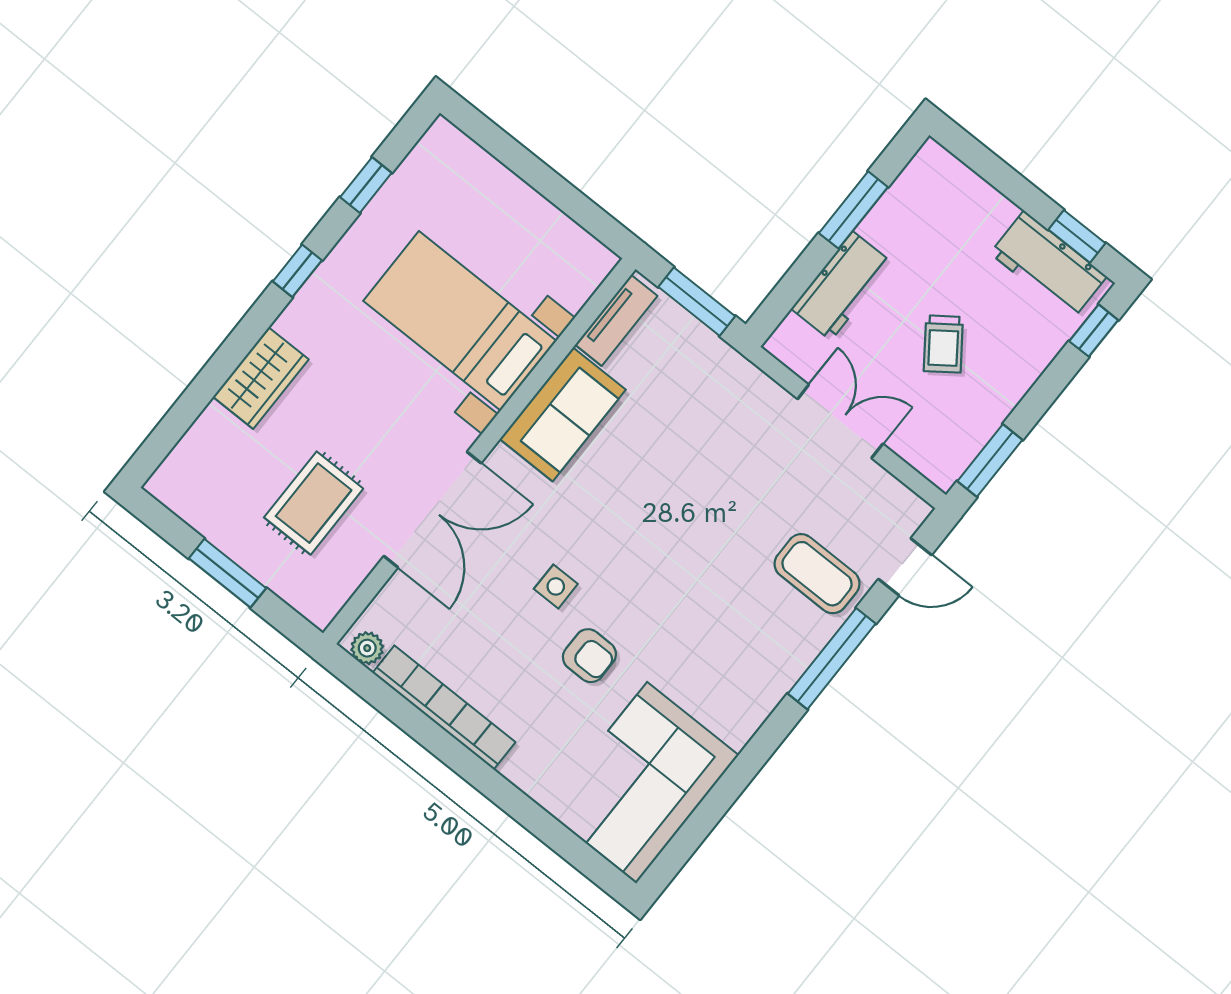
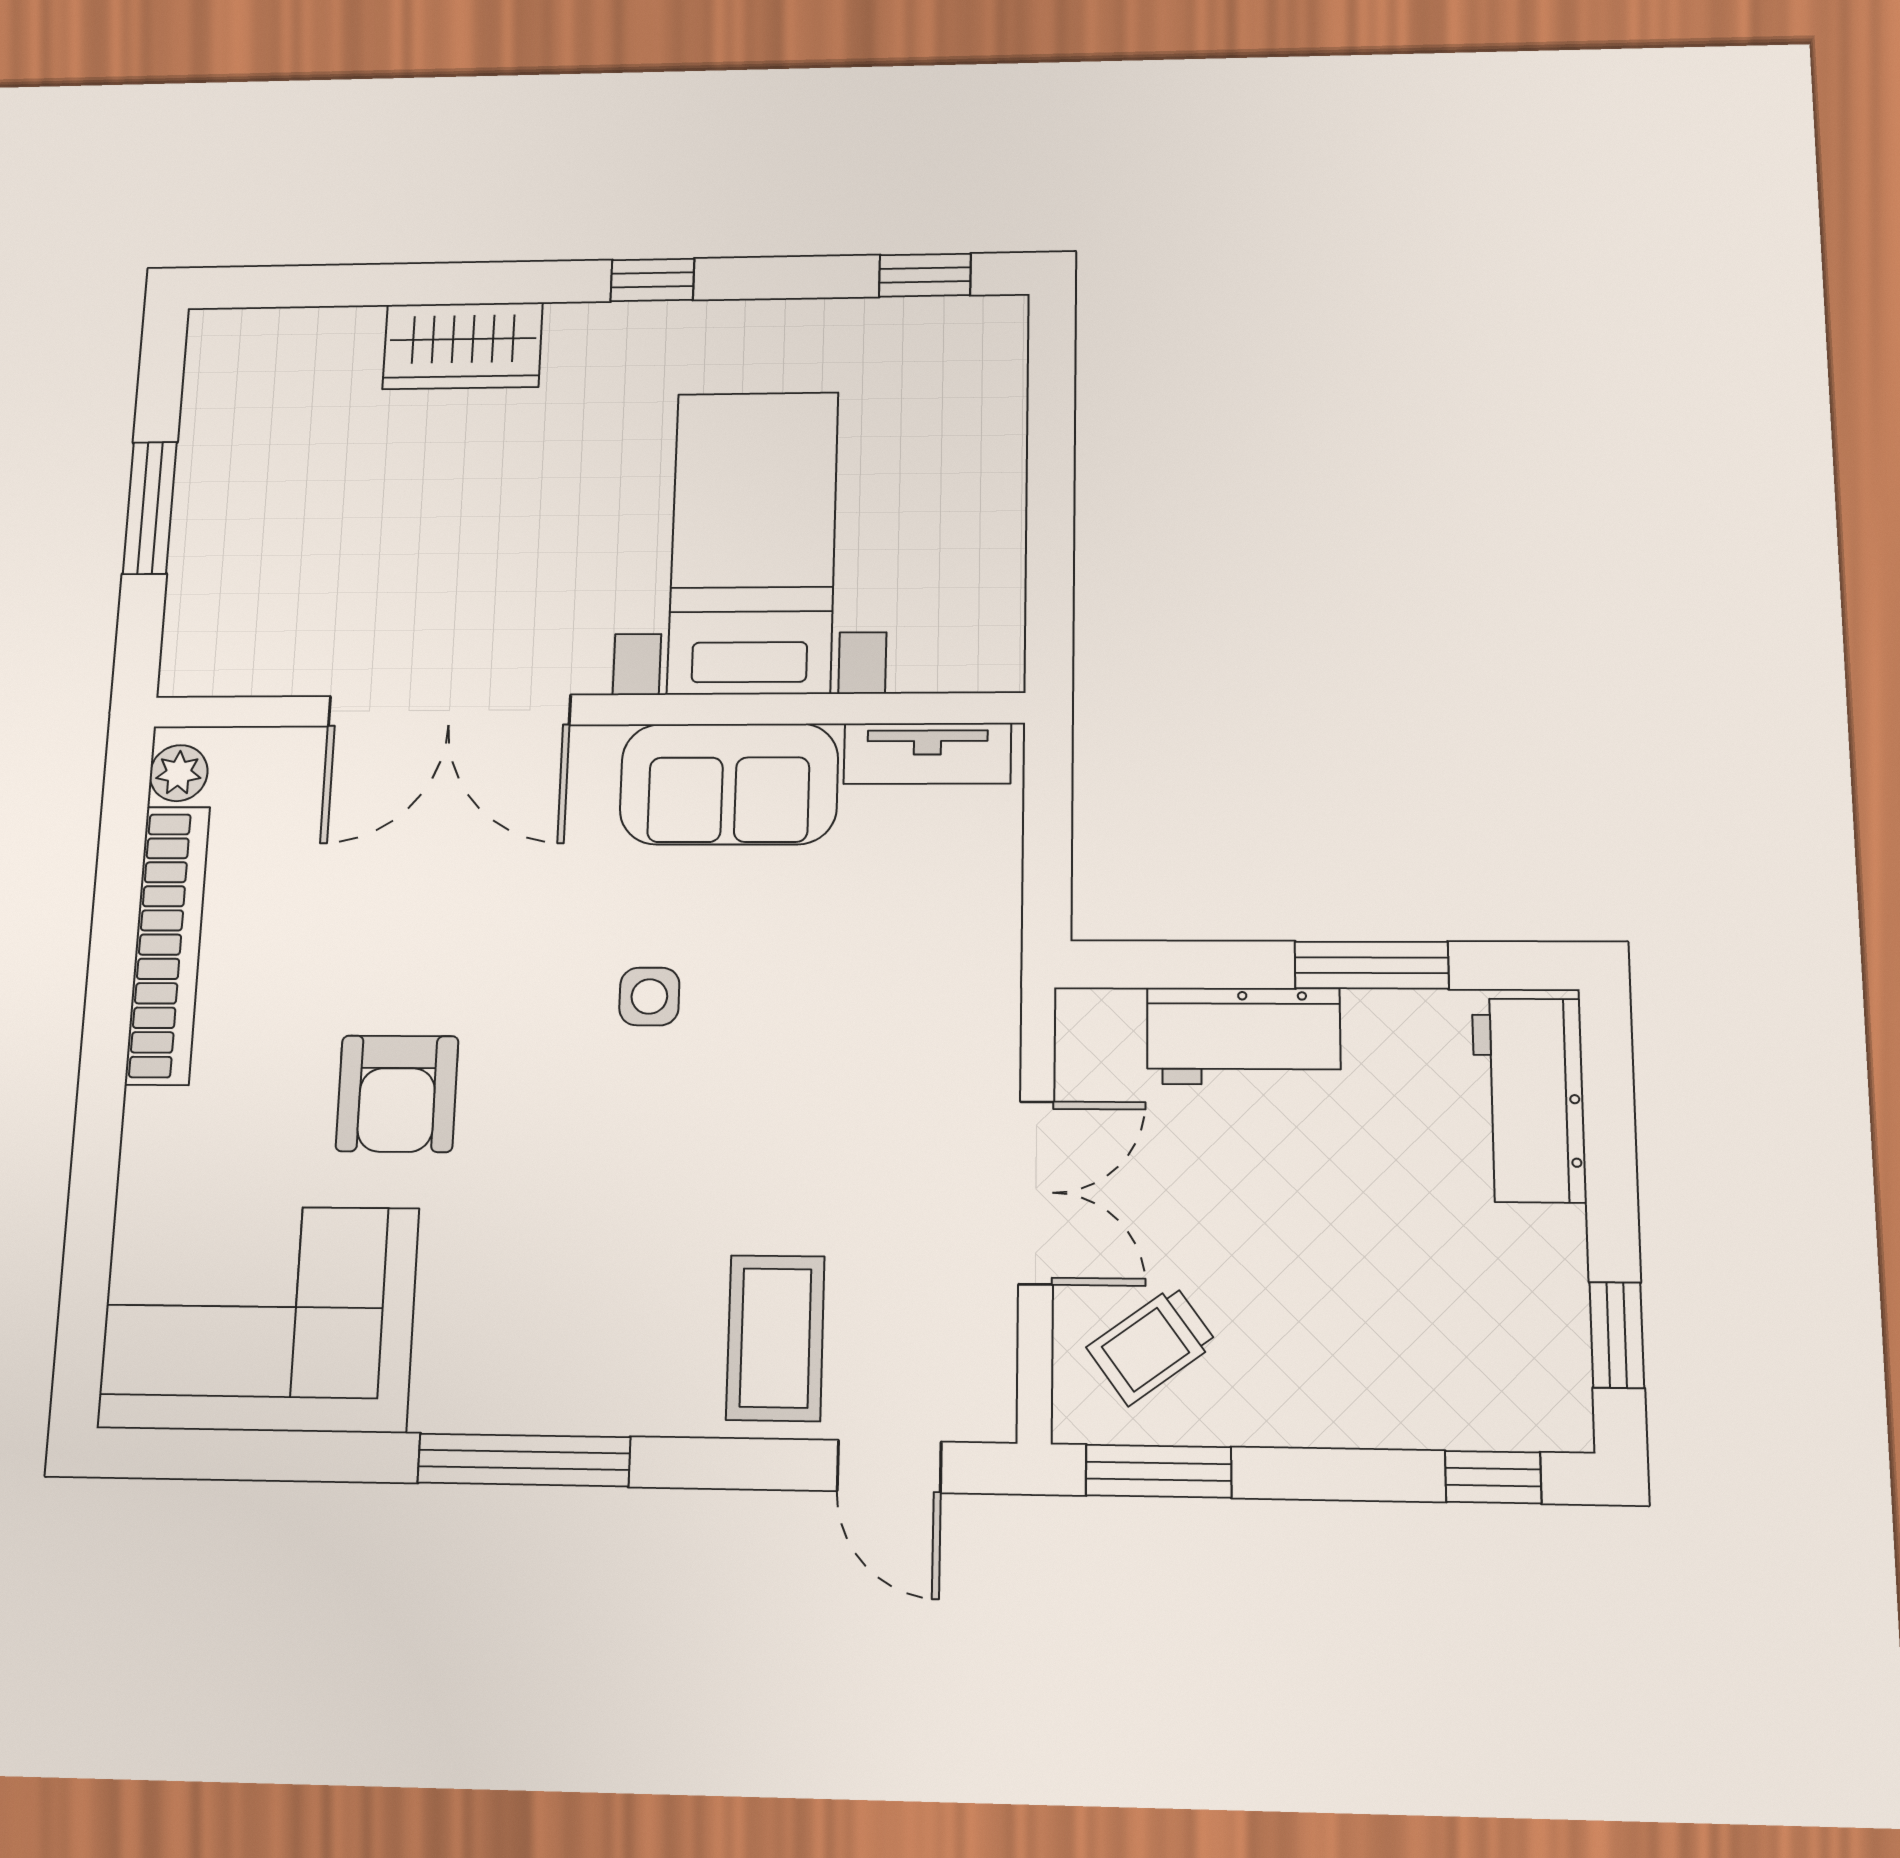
window: (366, 185) -> (925, 275), moved
workbench: (1048, 265) -> (1529, 1100), moved
window: (697, 302) -> (1047, 845), removed
trolley: (943, 344) -> (1152, 1345), moved
rug: (314, 503) -> (337, 545), removed
side table: (556, 586) -> (649, 996), moved
armchair: (589, 656) -> (397, 1094), width x1.38, depth x1.38
window: (832, 659) -> (524, 1460), moved

